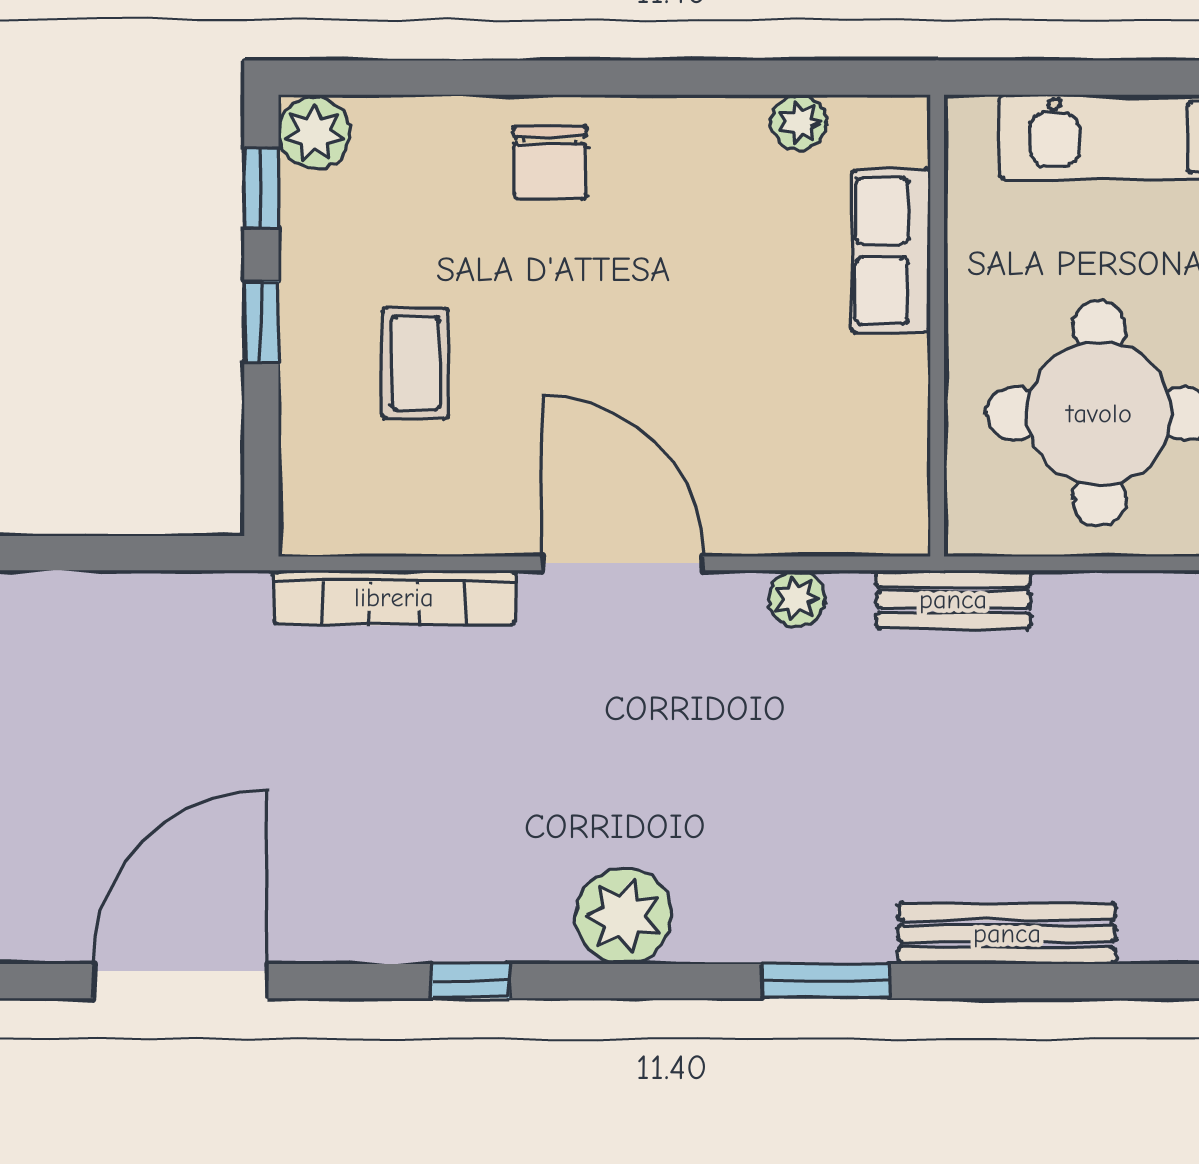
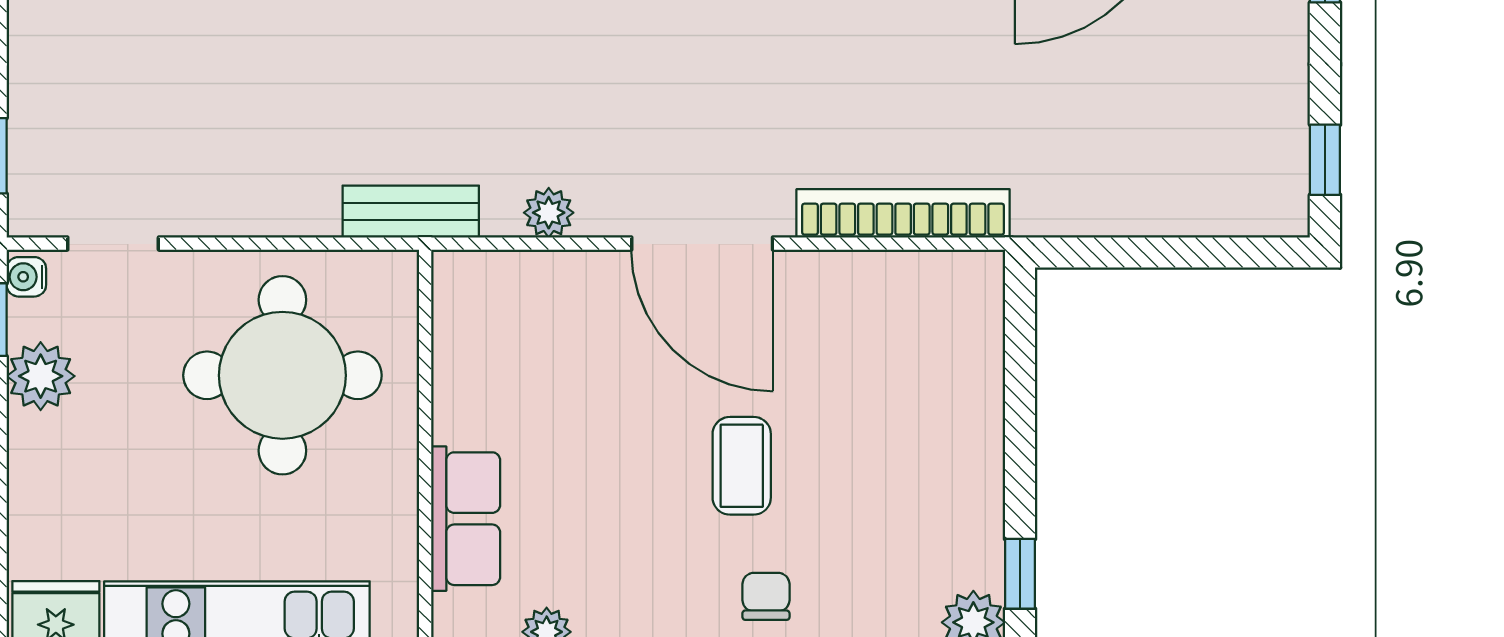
chair: (550, 163) -> (766, 596), width x0.73, depth x0.73
window: (261, 322) -> (1020, 456), removed
coffee table: (415, 363) -> (742, 466), moved

